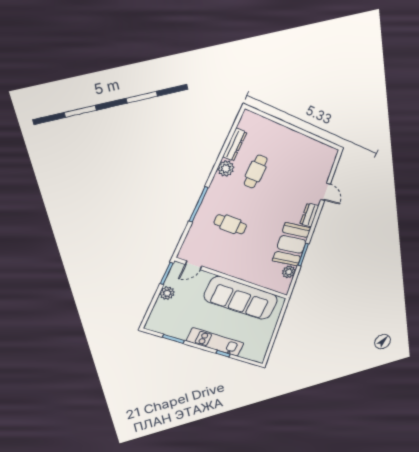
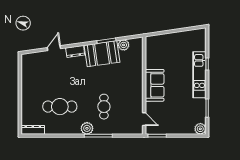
dresser: (235, 145) -> (33, 130), moved
plant: (226, 169) -> (87, 128), moved
cafe table: (256, 172) -> (60, 107), width x1.37, depth x1.35
plant: (167, 293) -> (200, 129), moved
sofa: (241, 298) -> (155, 85), width x0.54, depth x0.79

